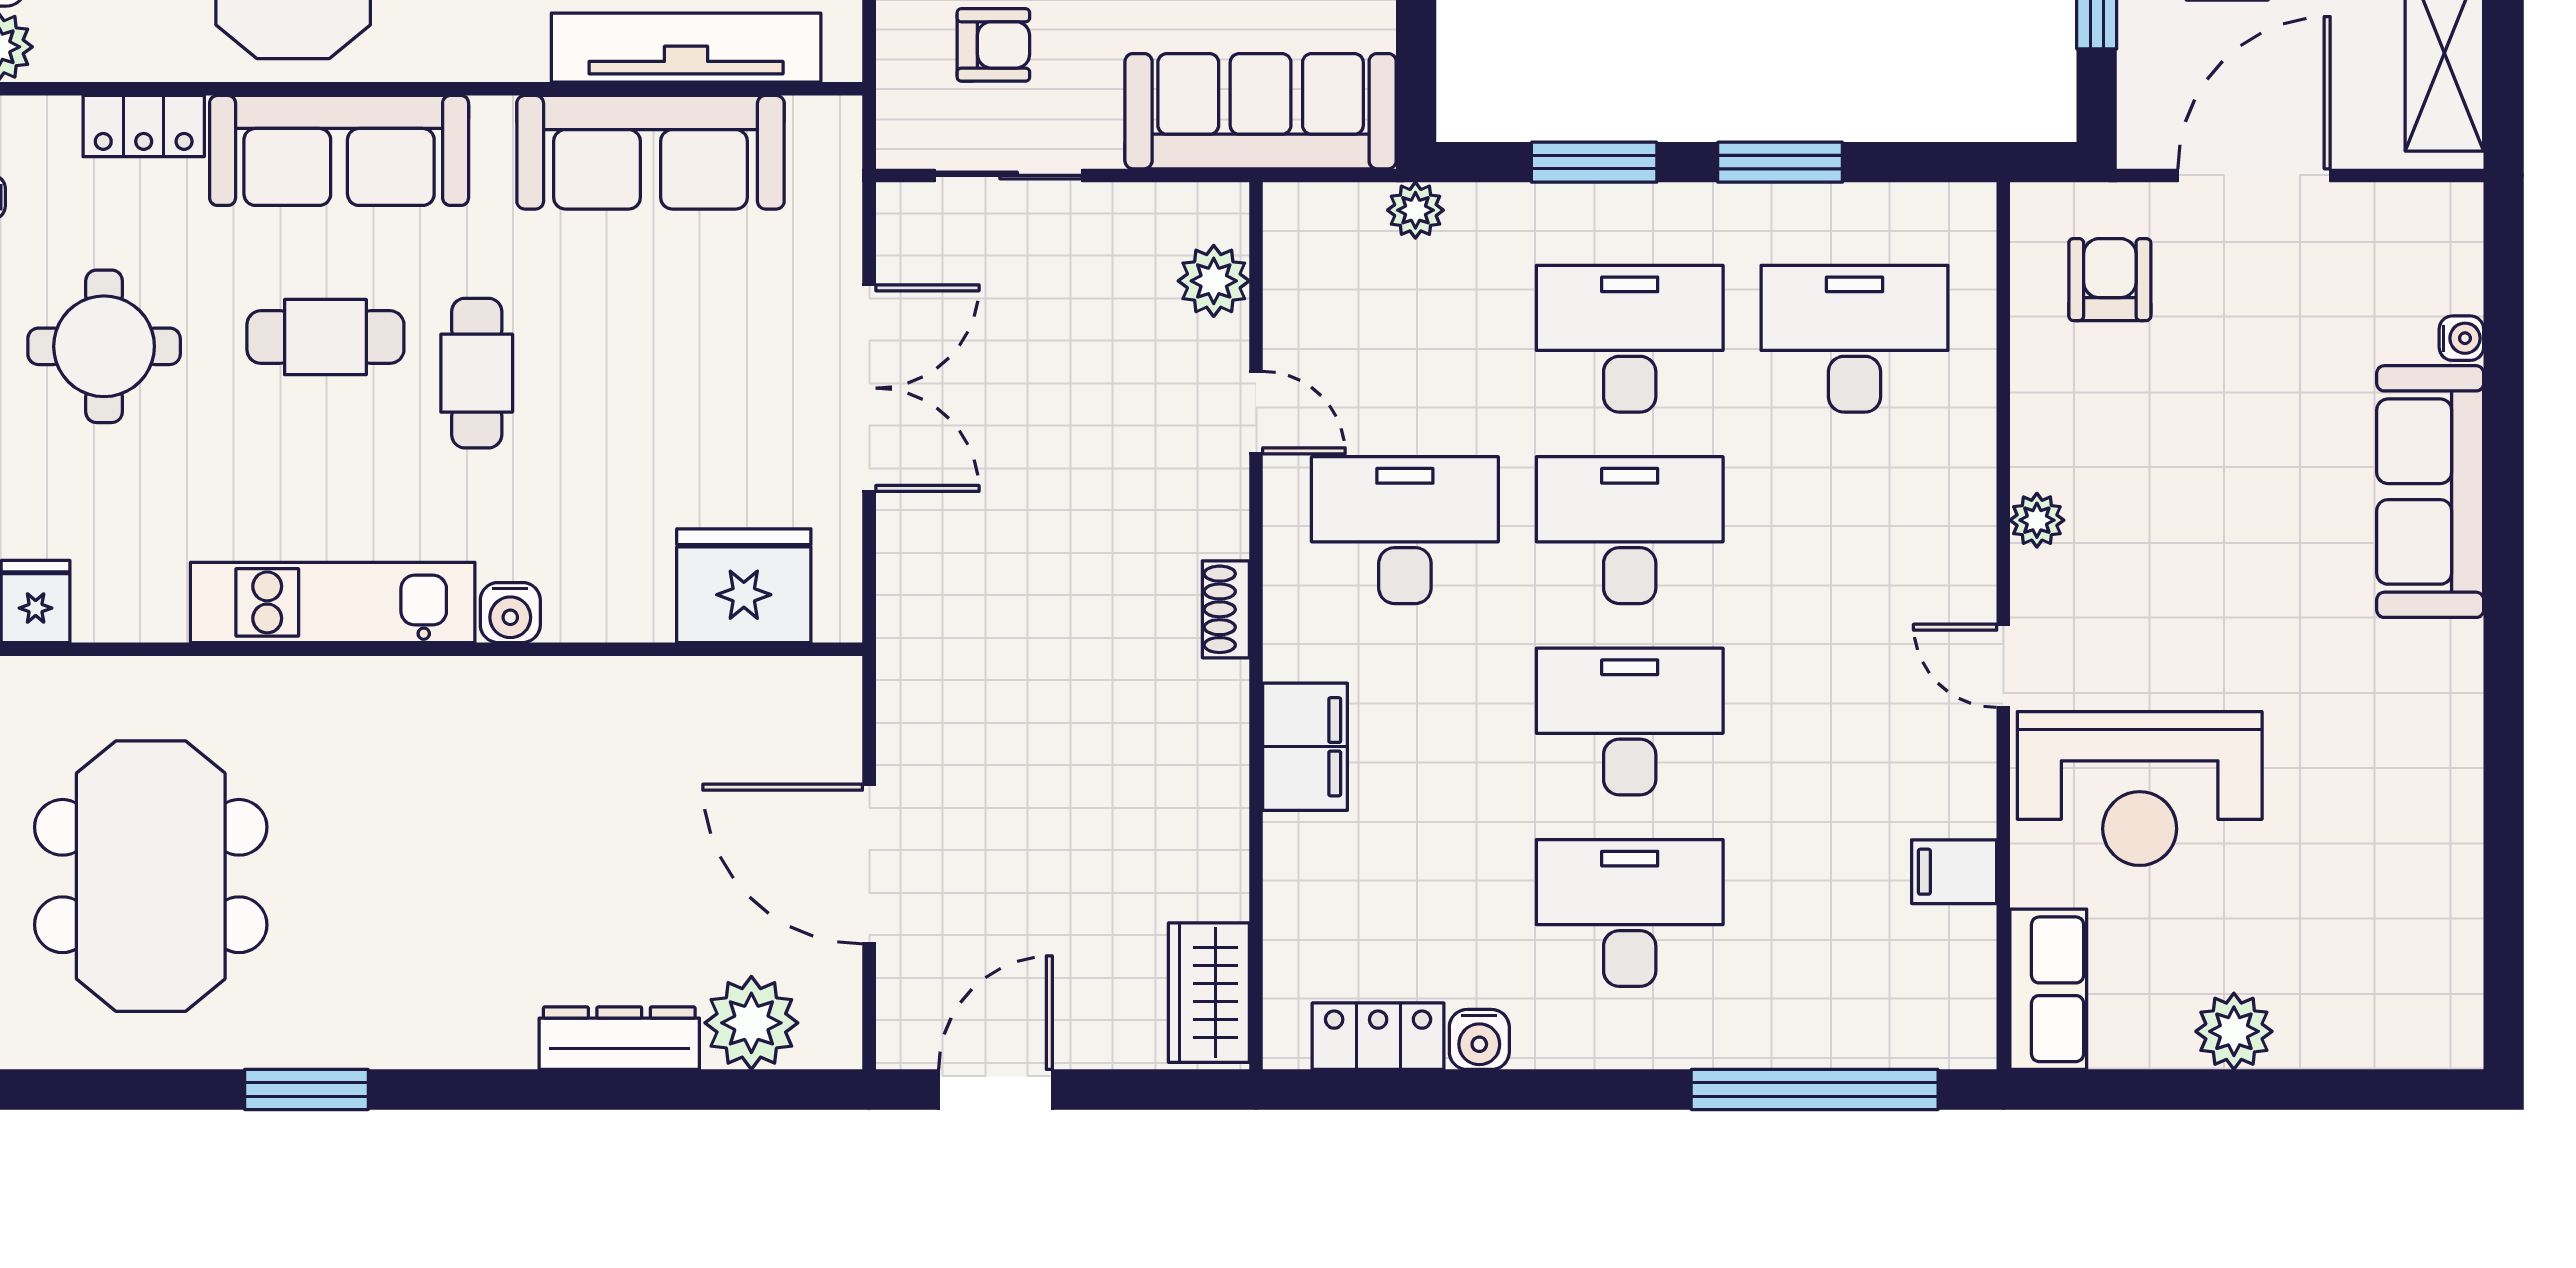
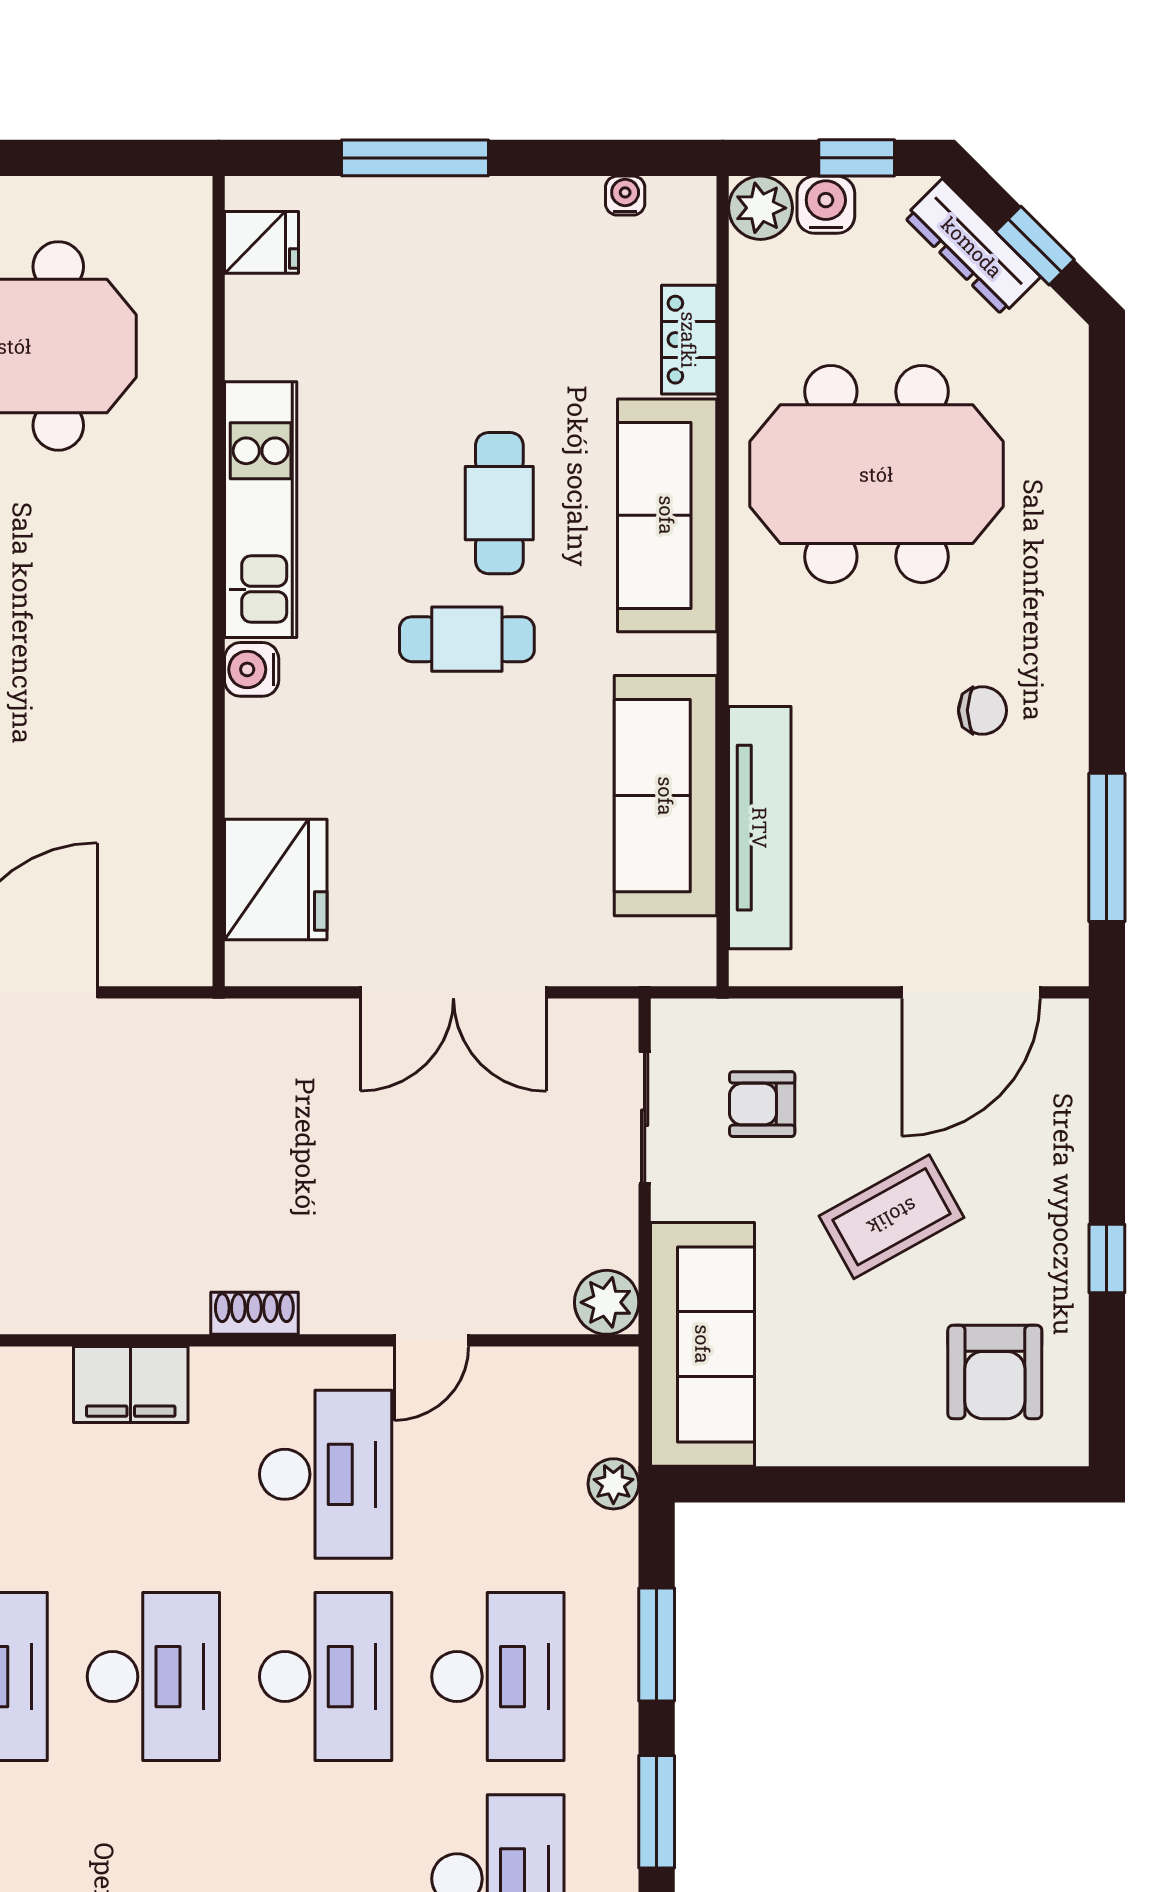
armchair: (993, 45) -> (762, 1104), turned 90
plant: (1214, 281) -> (607, 1302), moved
round table: (104, 346) -> (491, 304), removed

